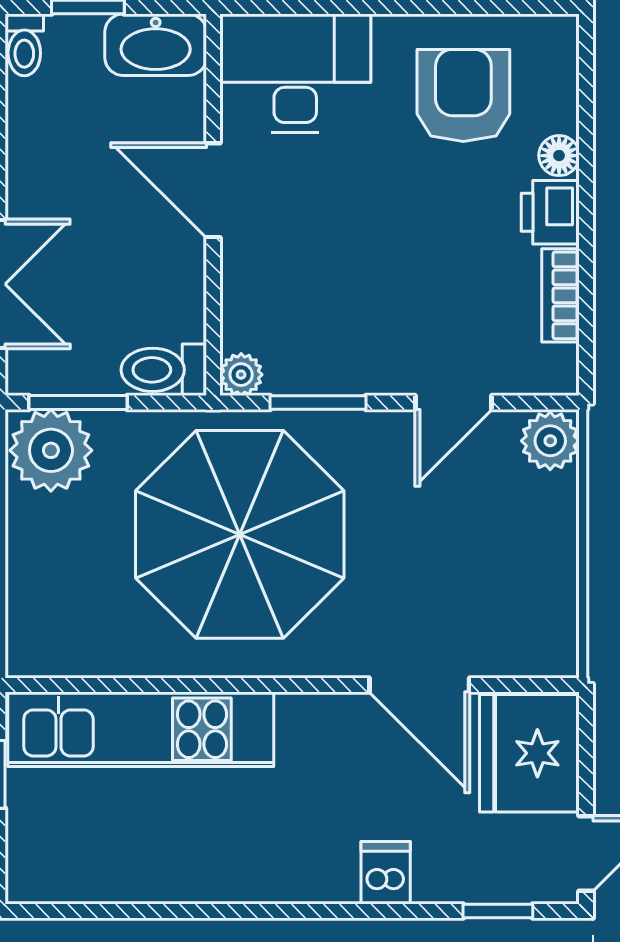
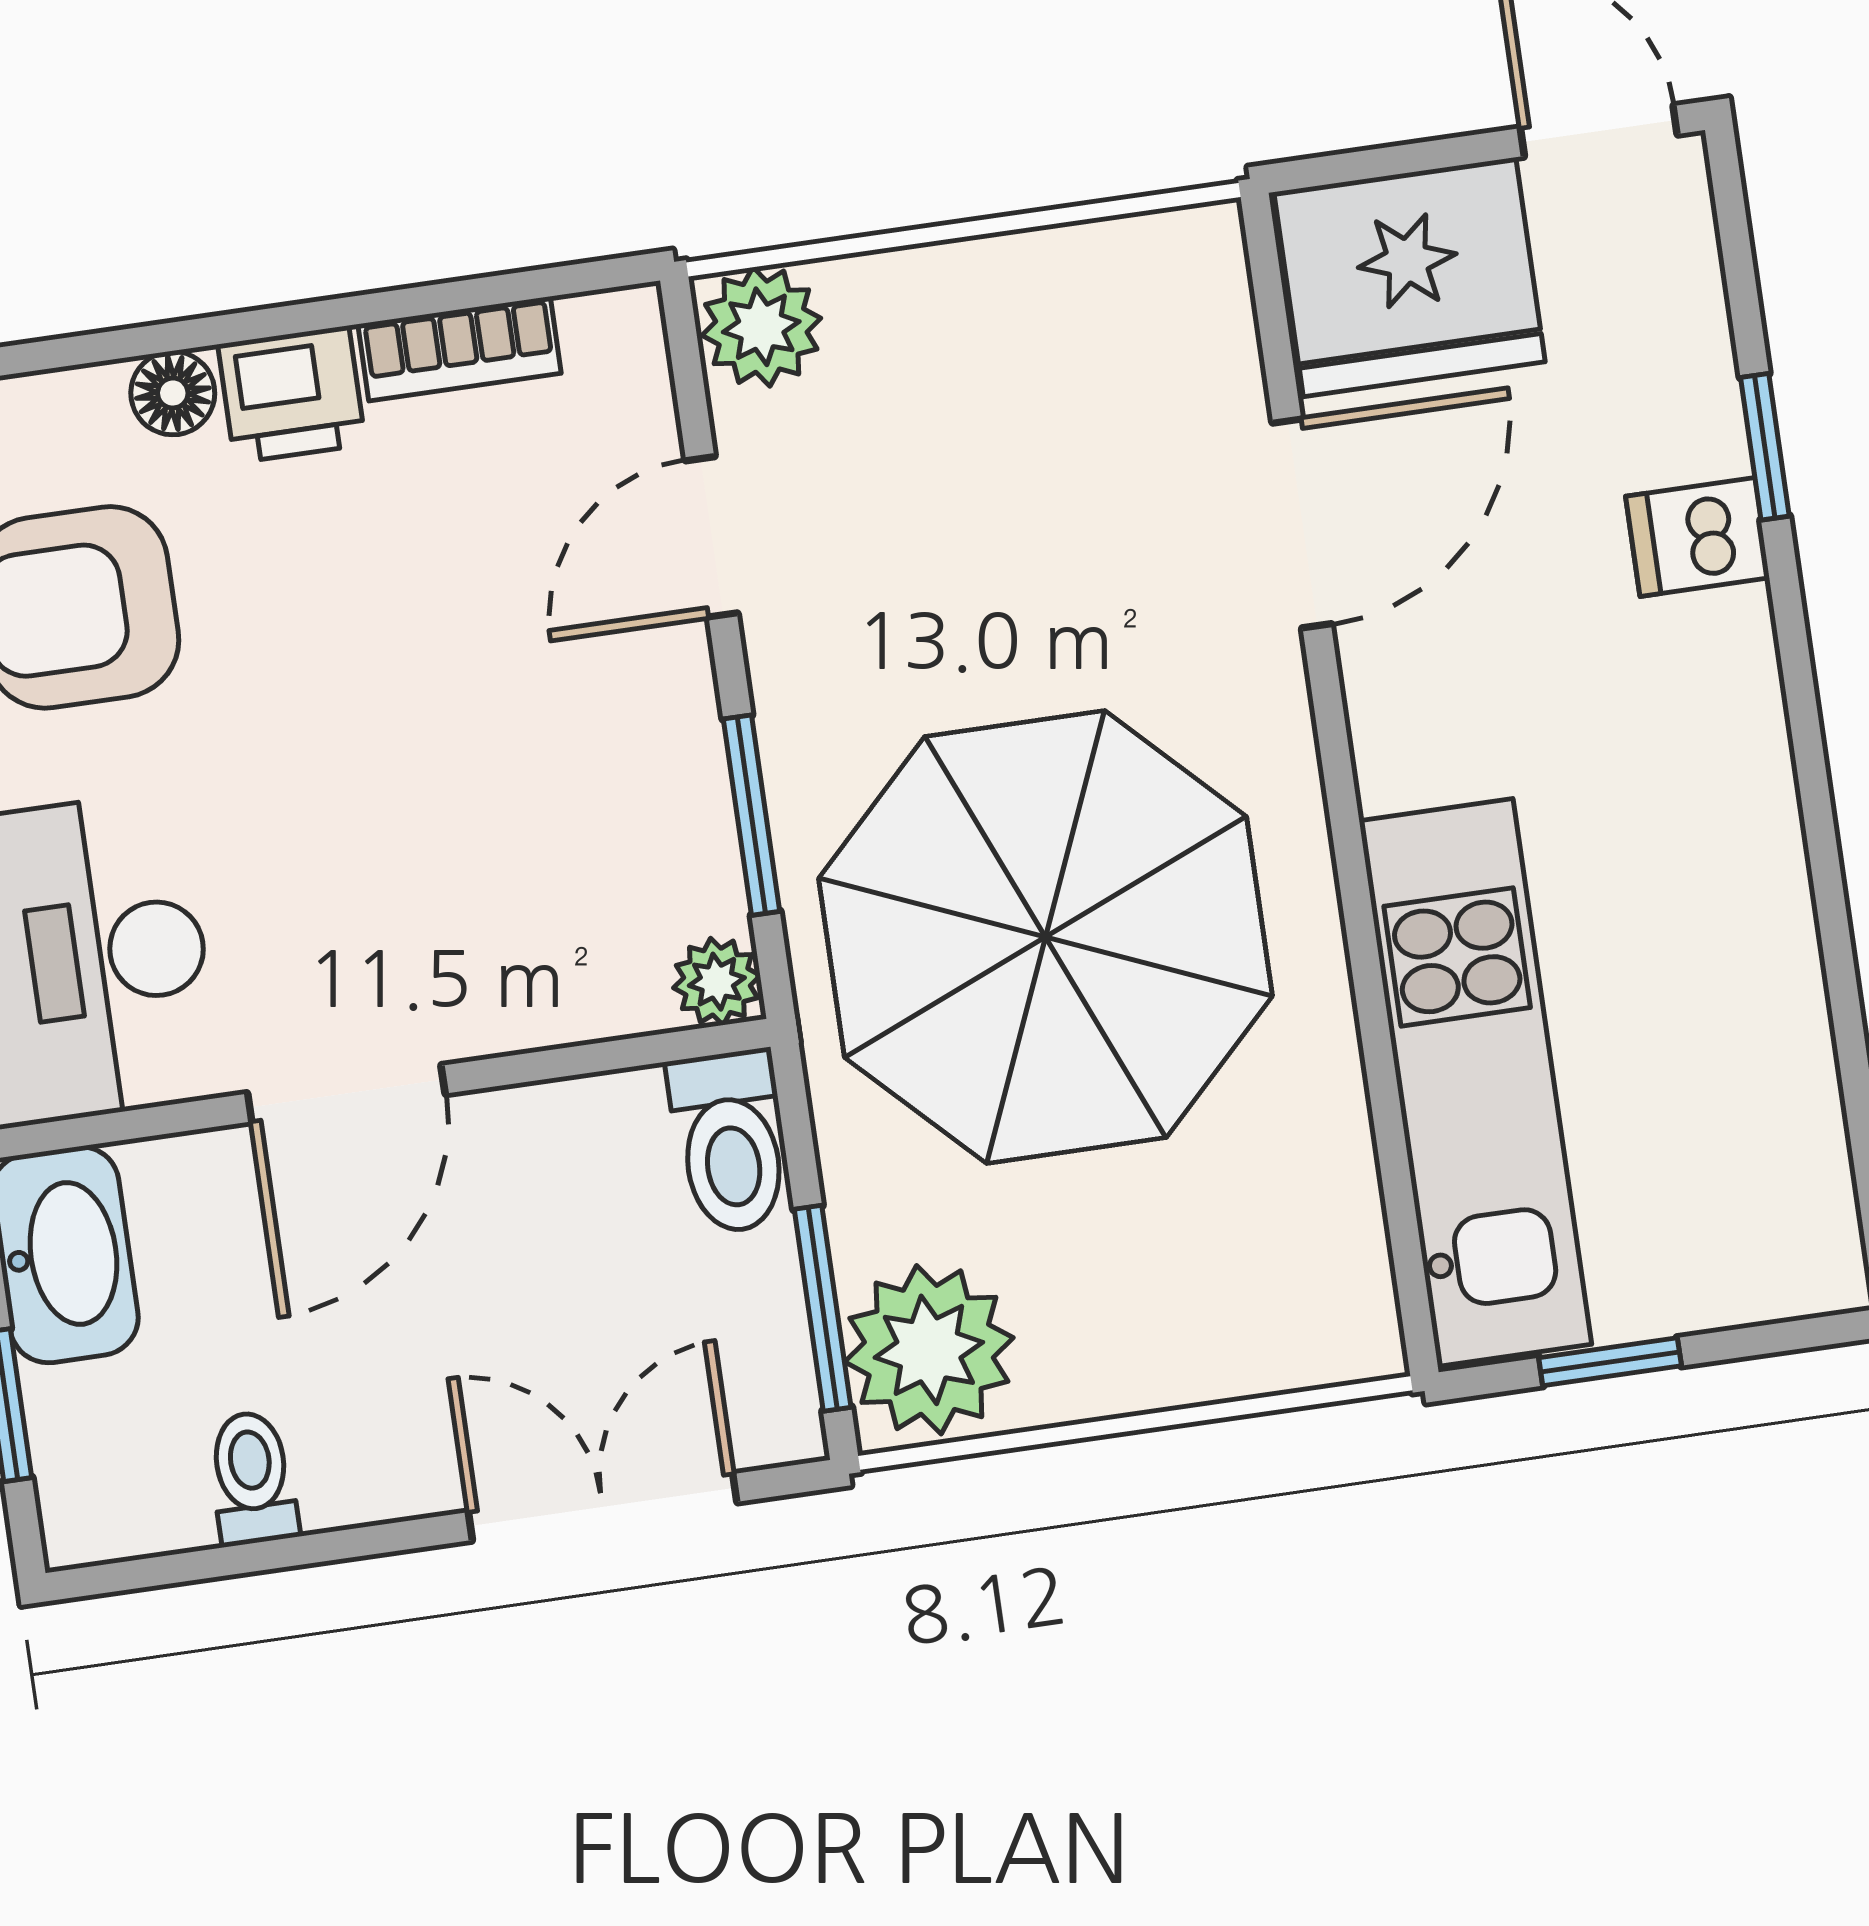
toilet: (24, 45) -> (252, 1478), moved, turned -90
door: (453, 403) -> (711, 537), swing flipped
window: (498, 911) -> (1765, 447), moved

